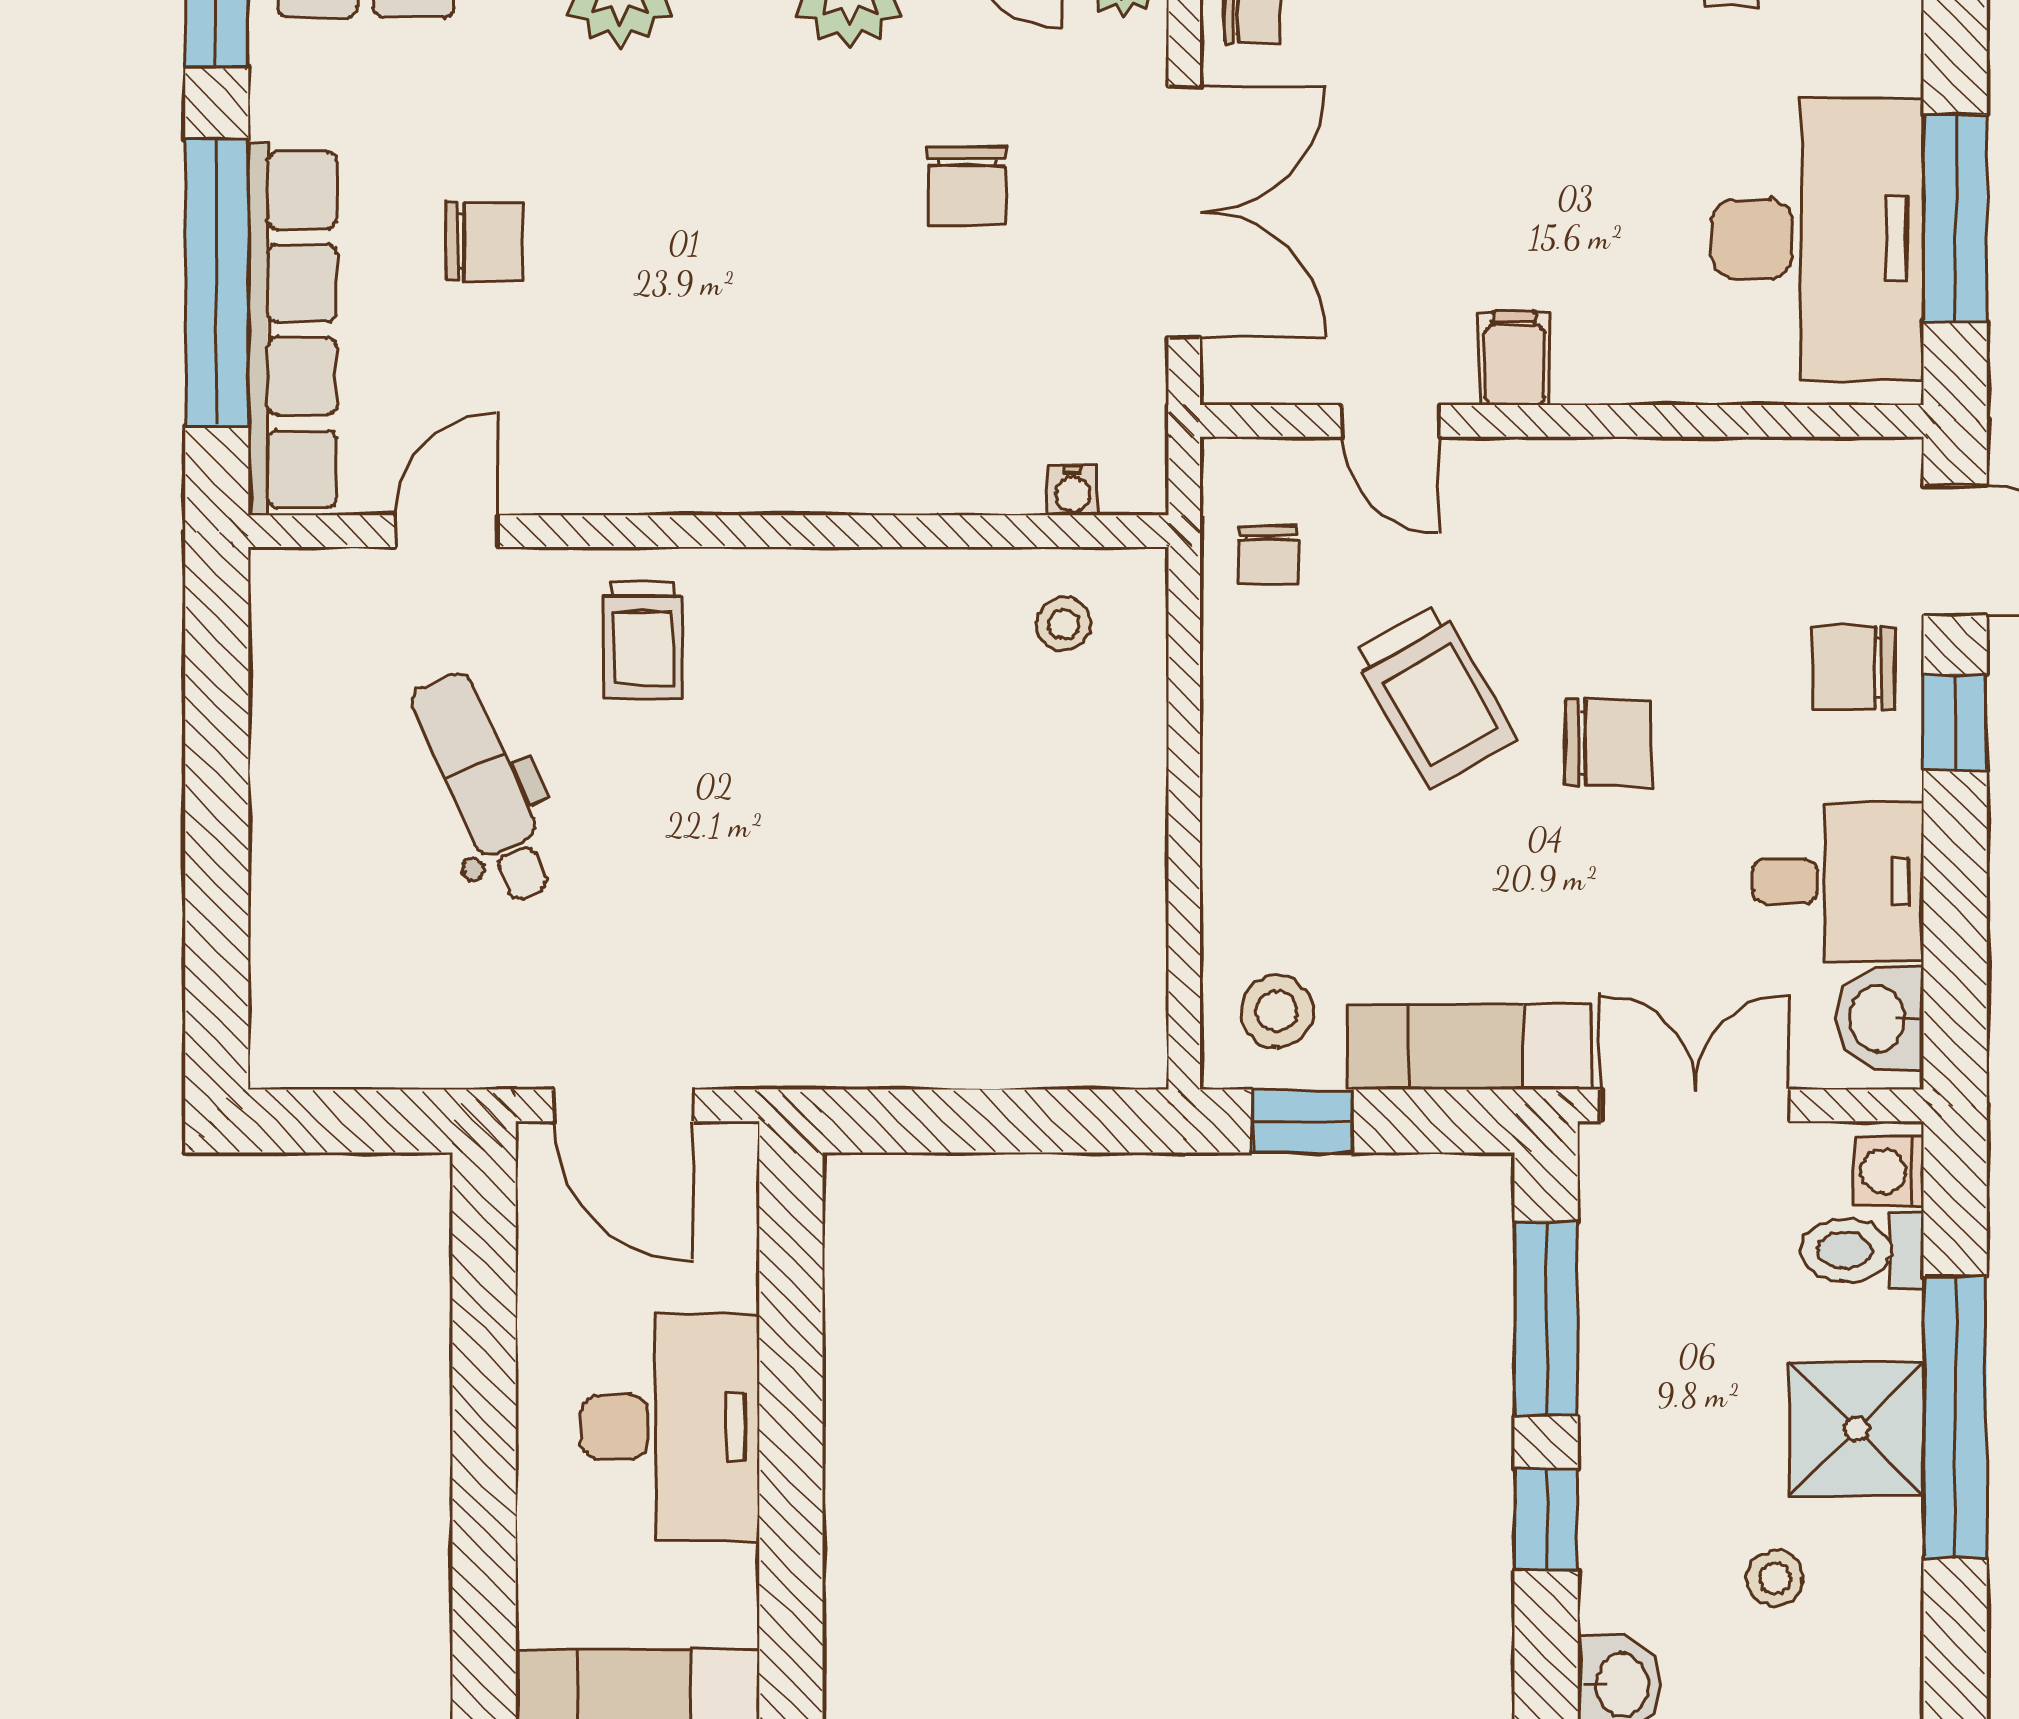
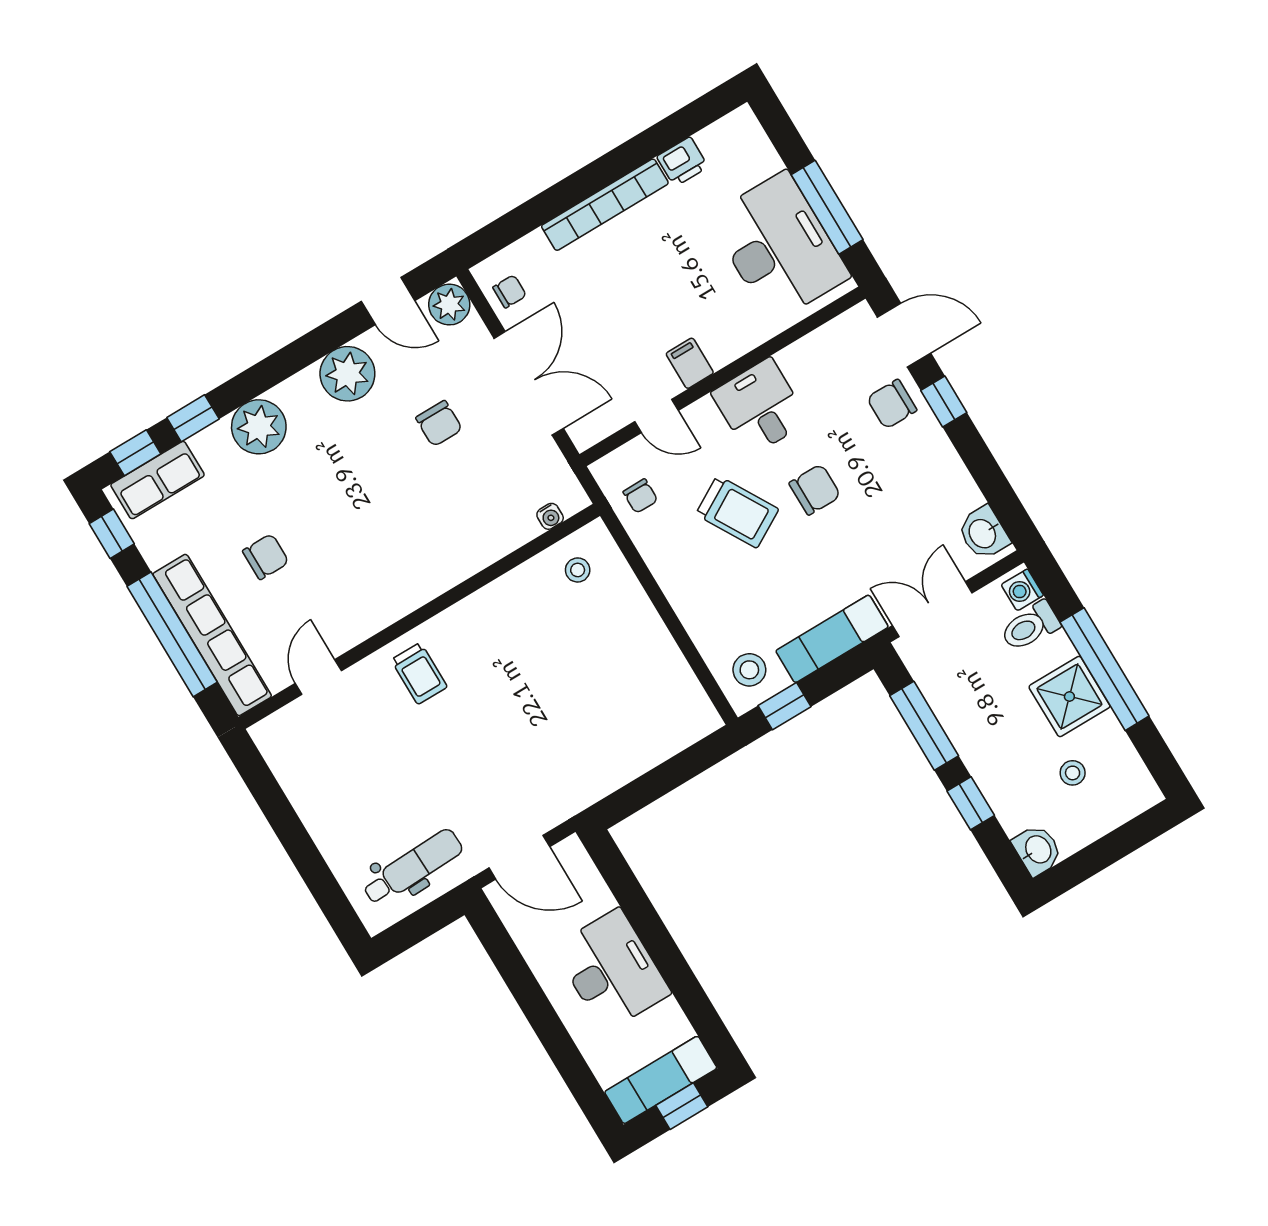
dental chair: (484, 787) -> (413, 867), moved, turned 112
desk: (1838, 881) -> (760, 407), moved, turned -90

